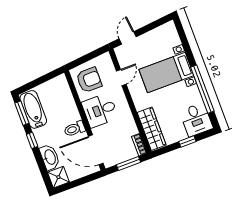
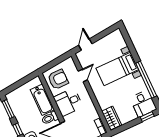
bathtub: (33, 109) -> (42, 100), moved, turned 180
wardrobe: (152, 129) -> (112, 118), width x0.67
window: (187, 141) -> (147, 117), moved

